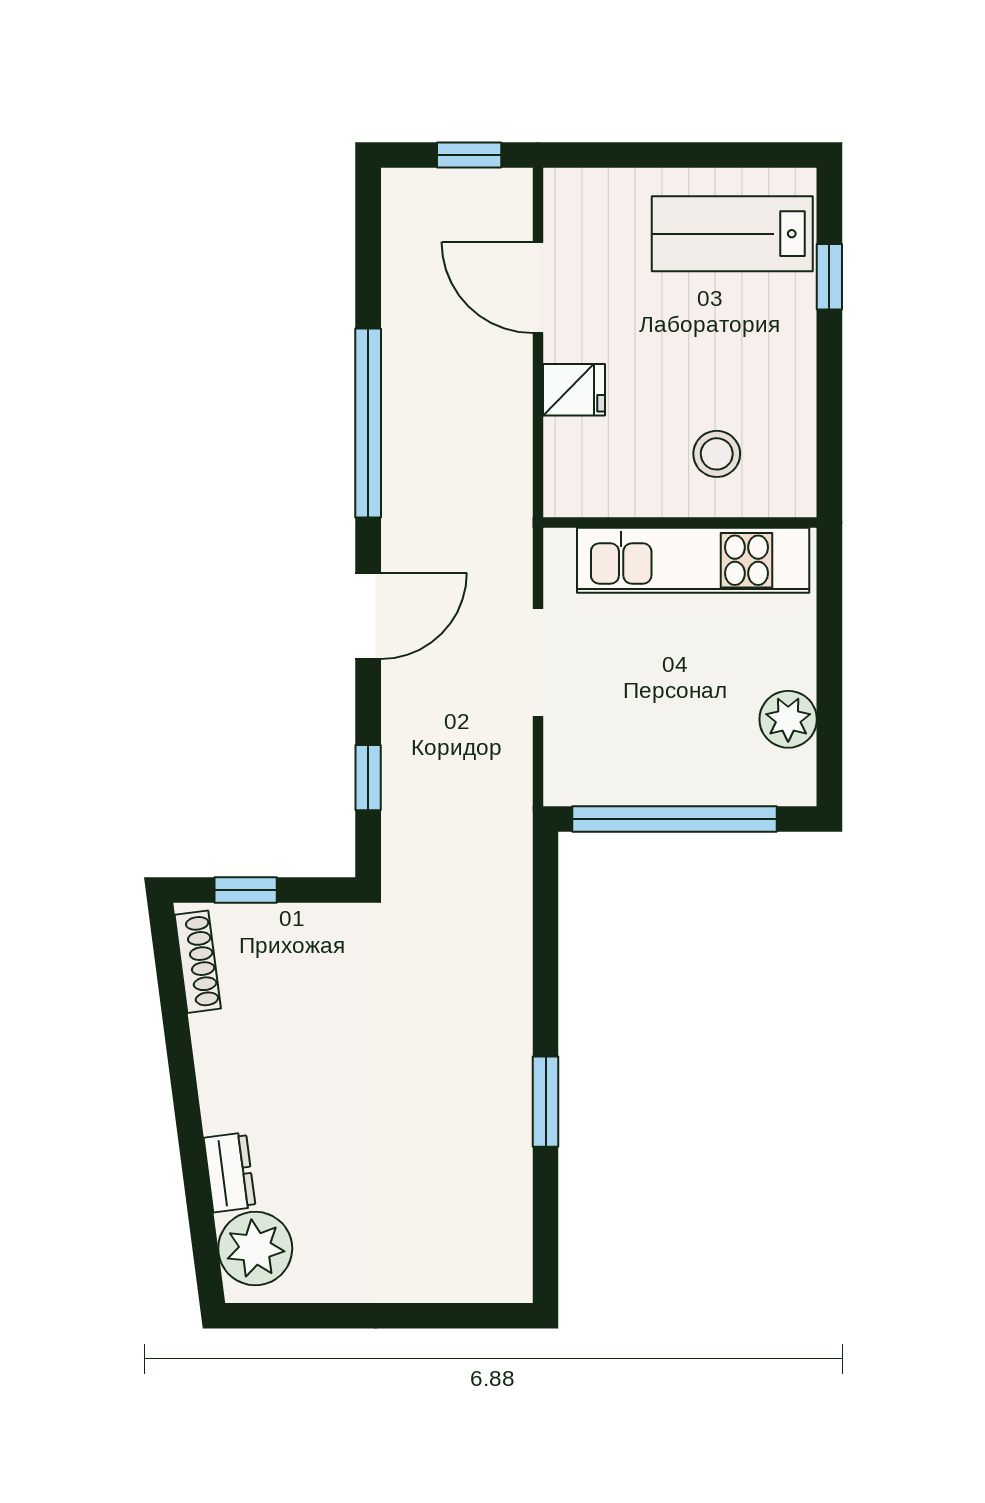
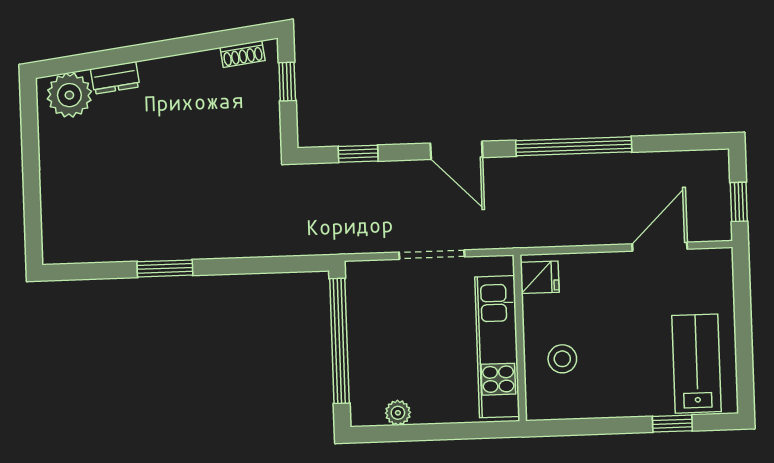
fridge: (574, 390) -> (540, 277), moved, turned -90
plant: (788, 719) -> (398, 413), width x0.73, depth x0.73
shoe rack: (198, 962) -> (243, 54), width x0.70

